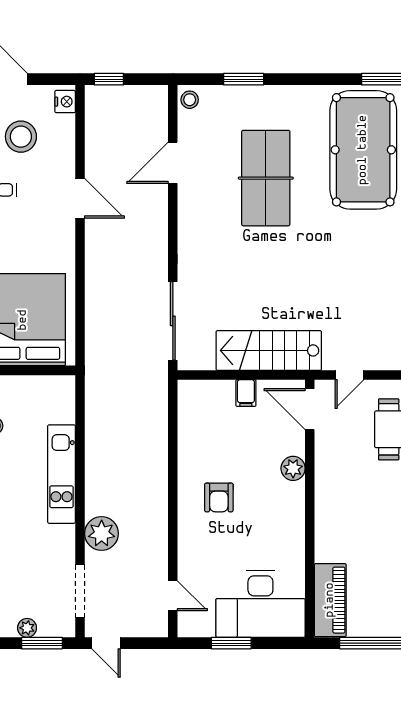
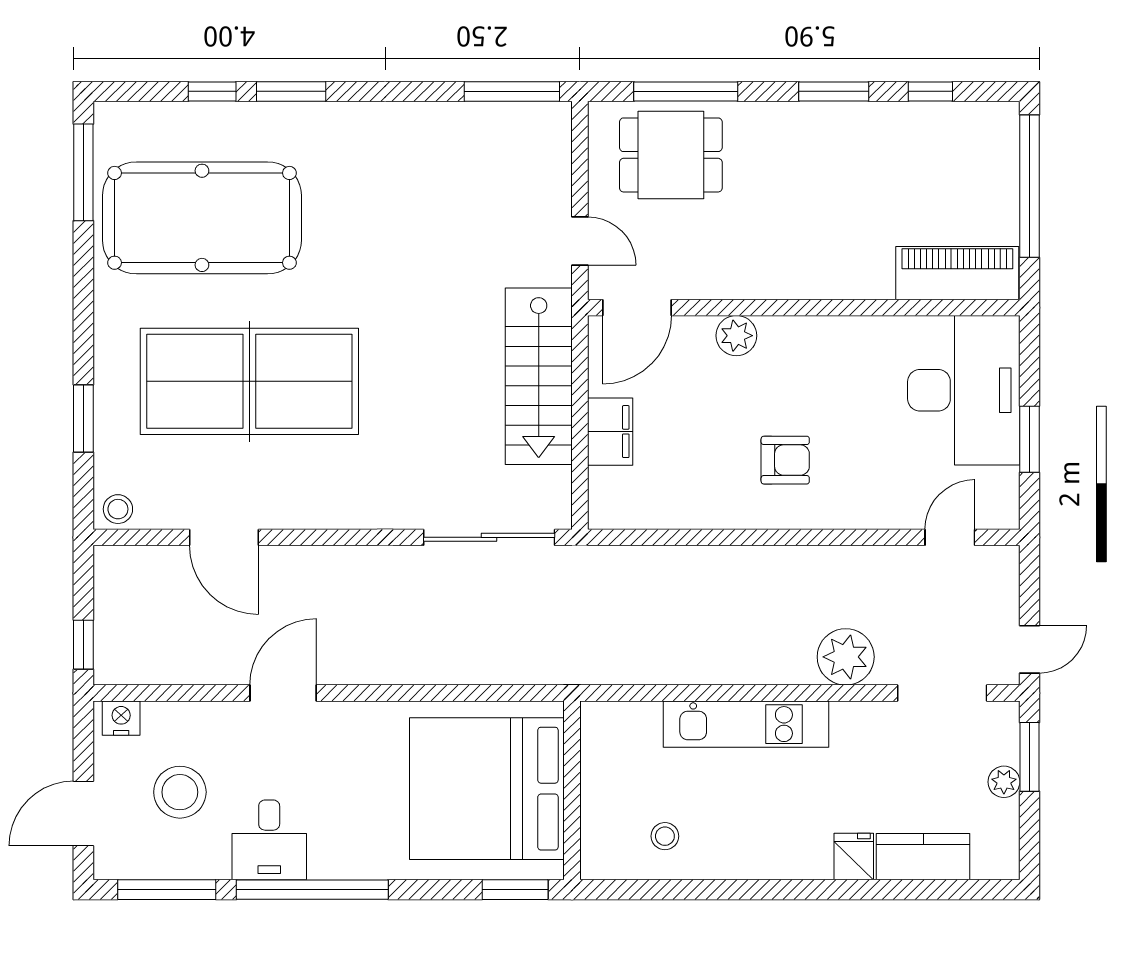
table tennis table: (266, 178) -> (249, 381), width x1.36, depth x1.32
filing cabinet: (246, 393) -> (610, 432), width x2.00

